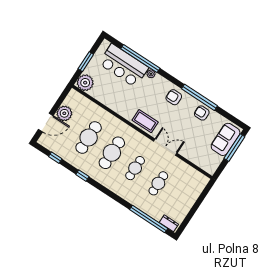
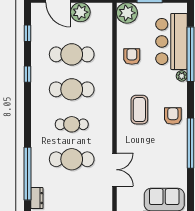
armchair: (202, 113) -> (132, 57), moved
coffee table: (145, 121) -> (139, 110), moved
double door: (165, 147) -> (115, 170), moved
cafe table: (158, 183) -> (72, 159), width x1.37, depth x1.35

